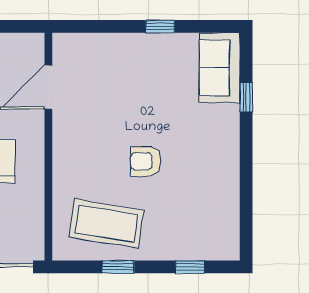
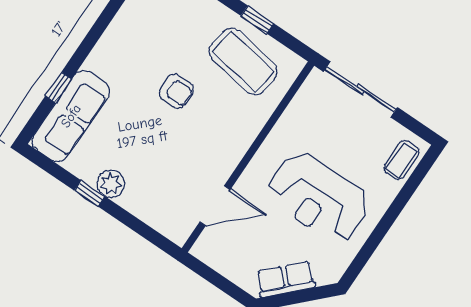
plant: (148, 47) -> (111, 184), added
sofa: (220, 68) -> (71, 116), width x1.36

